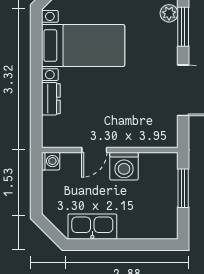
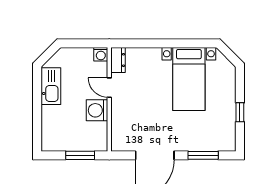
plant: (169, 13) -> (213, 145), removed
dresser: (51, 99) -> (118, 60), moved, turned -90

